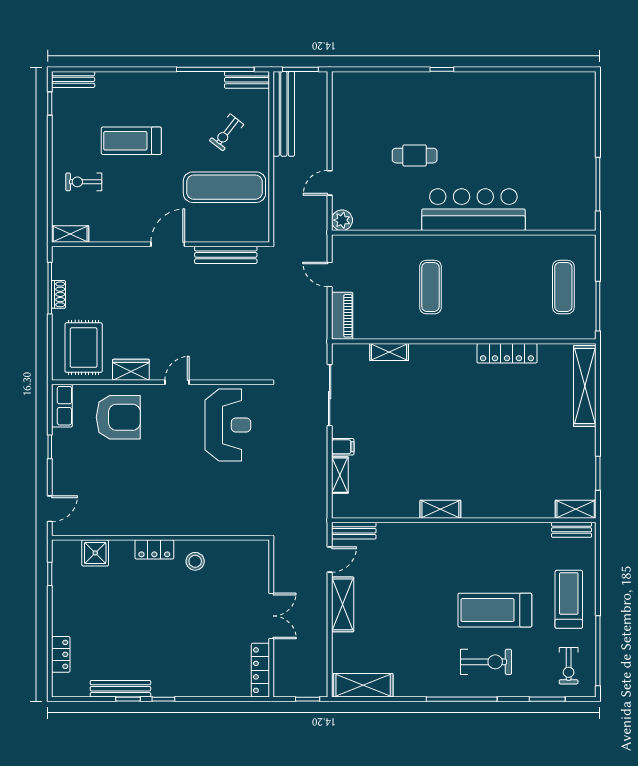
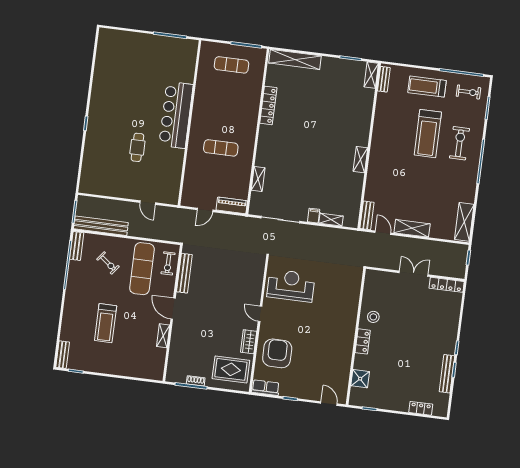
exercise bike: (84, 182) -> (168, 263), moved
plant: (342, 220) -> (172, 198), removed
shelving: (70, 234) -> (163, 336), moved

